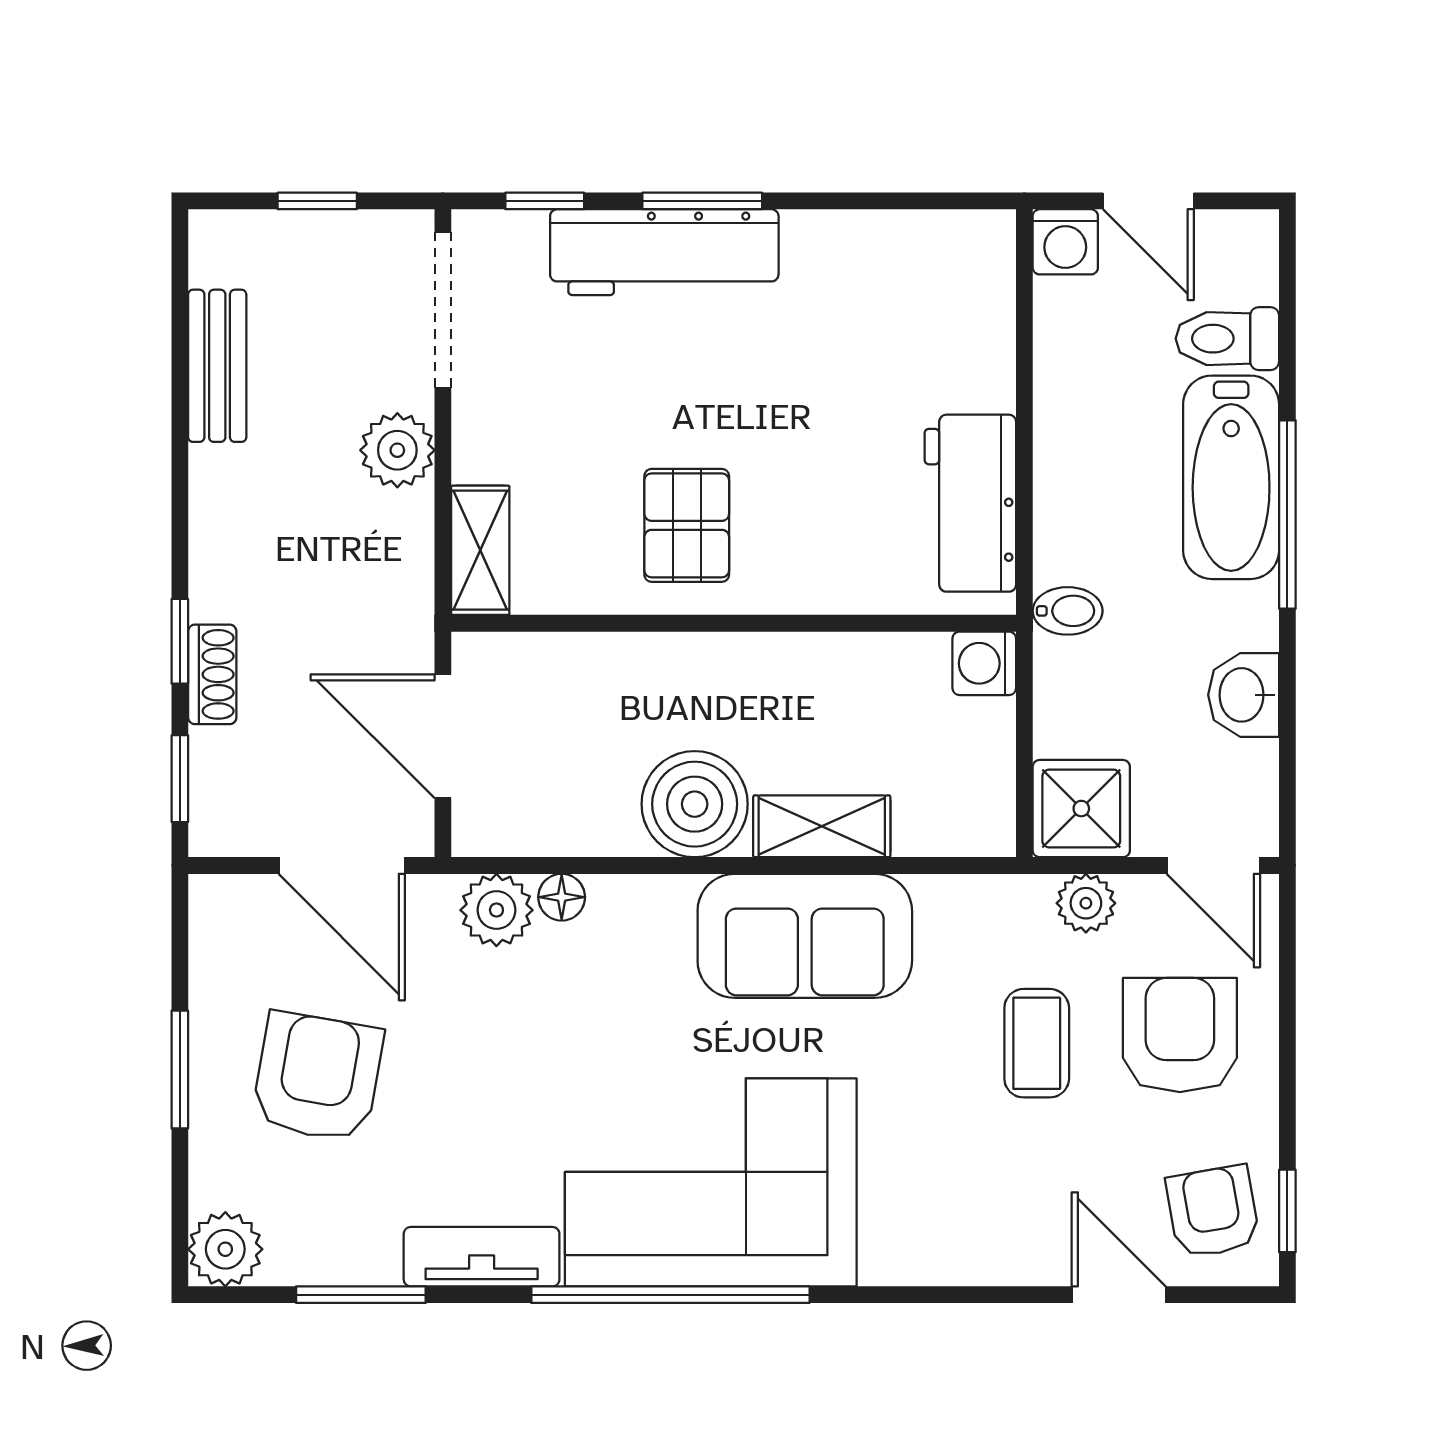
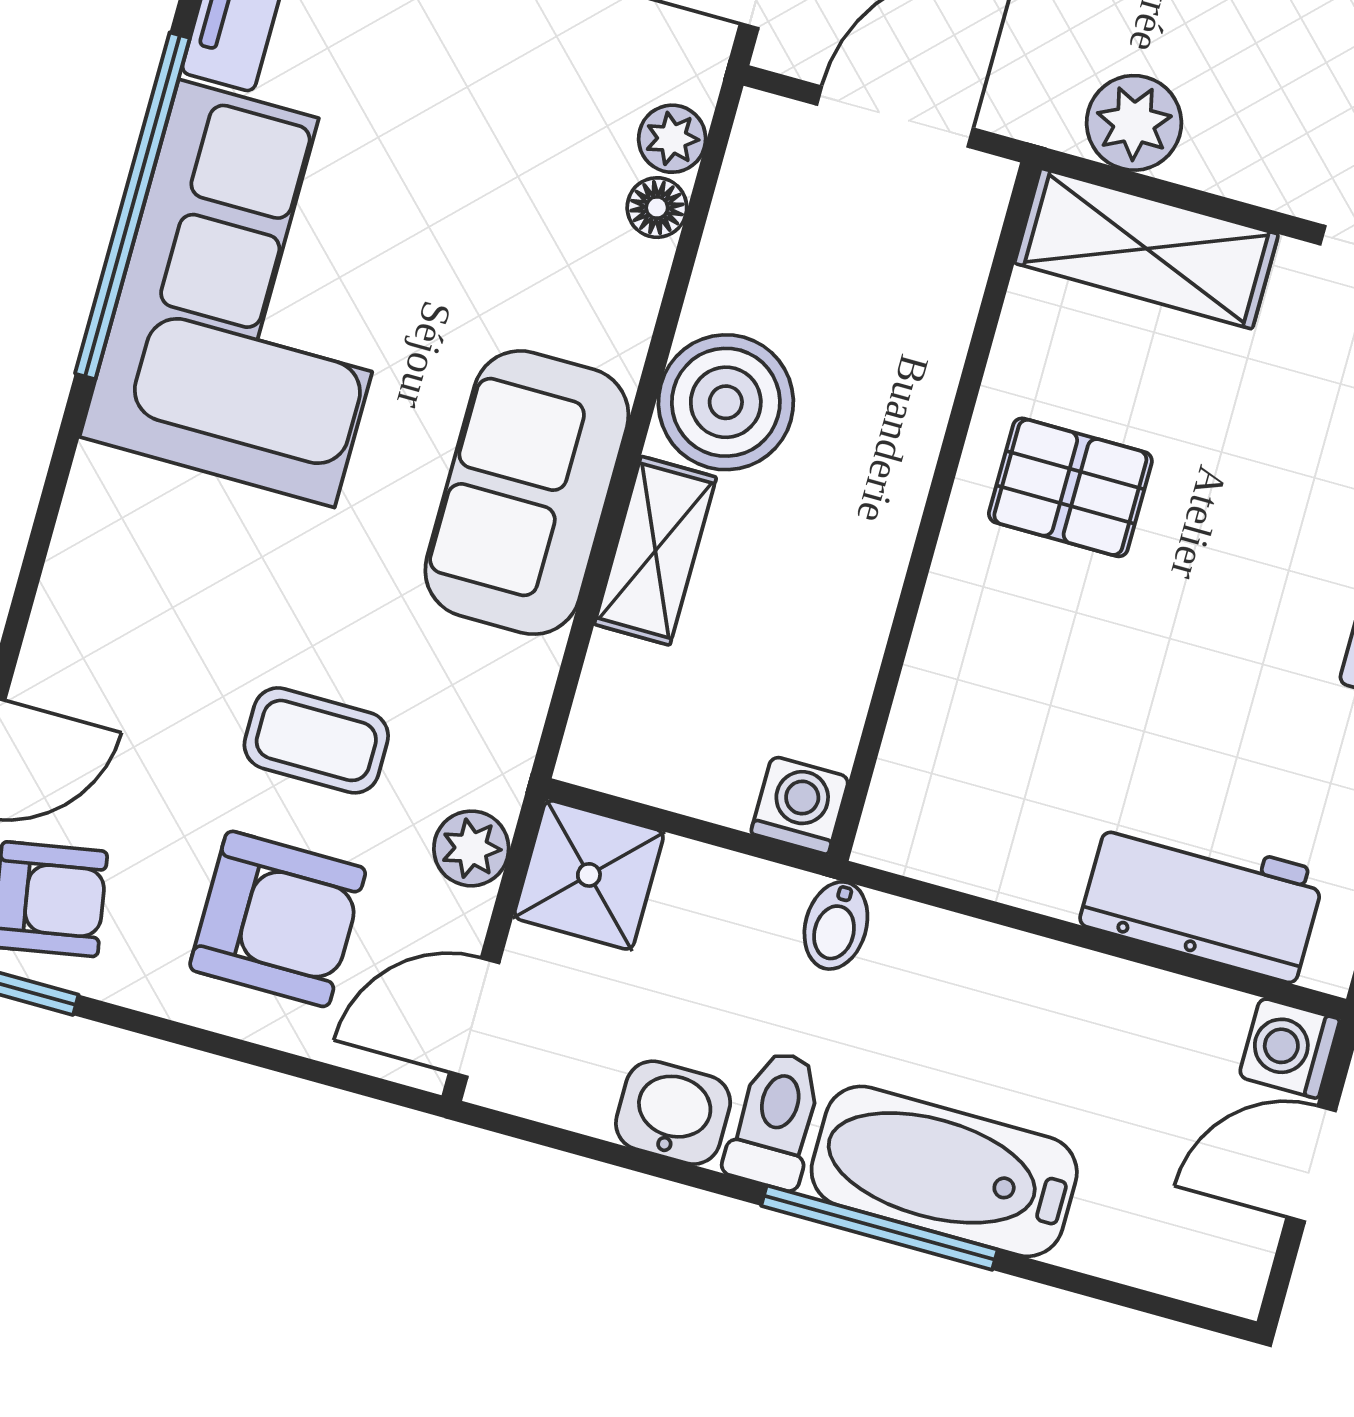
toilet: (1227, 339) -> (775, 1120), moved
plant: (397, 450) -> (1134, 123), moved
workbench: (970, 503) -> (1202, 898), moved
shelving: (480, 550) -> (1146, 249), width x1.50, depth x1.33
plant: (496, 910) -> (672, 139), width x0.73, depth x0.73

